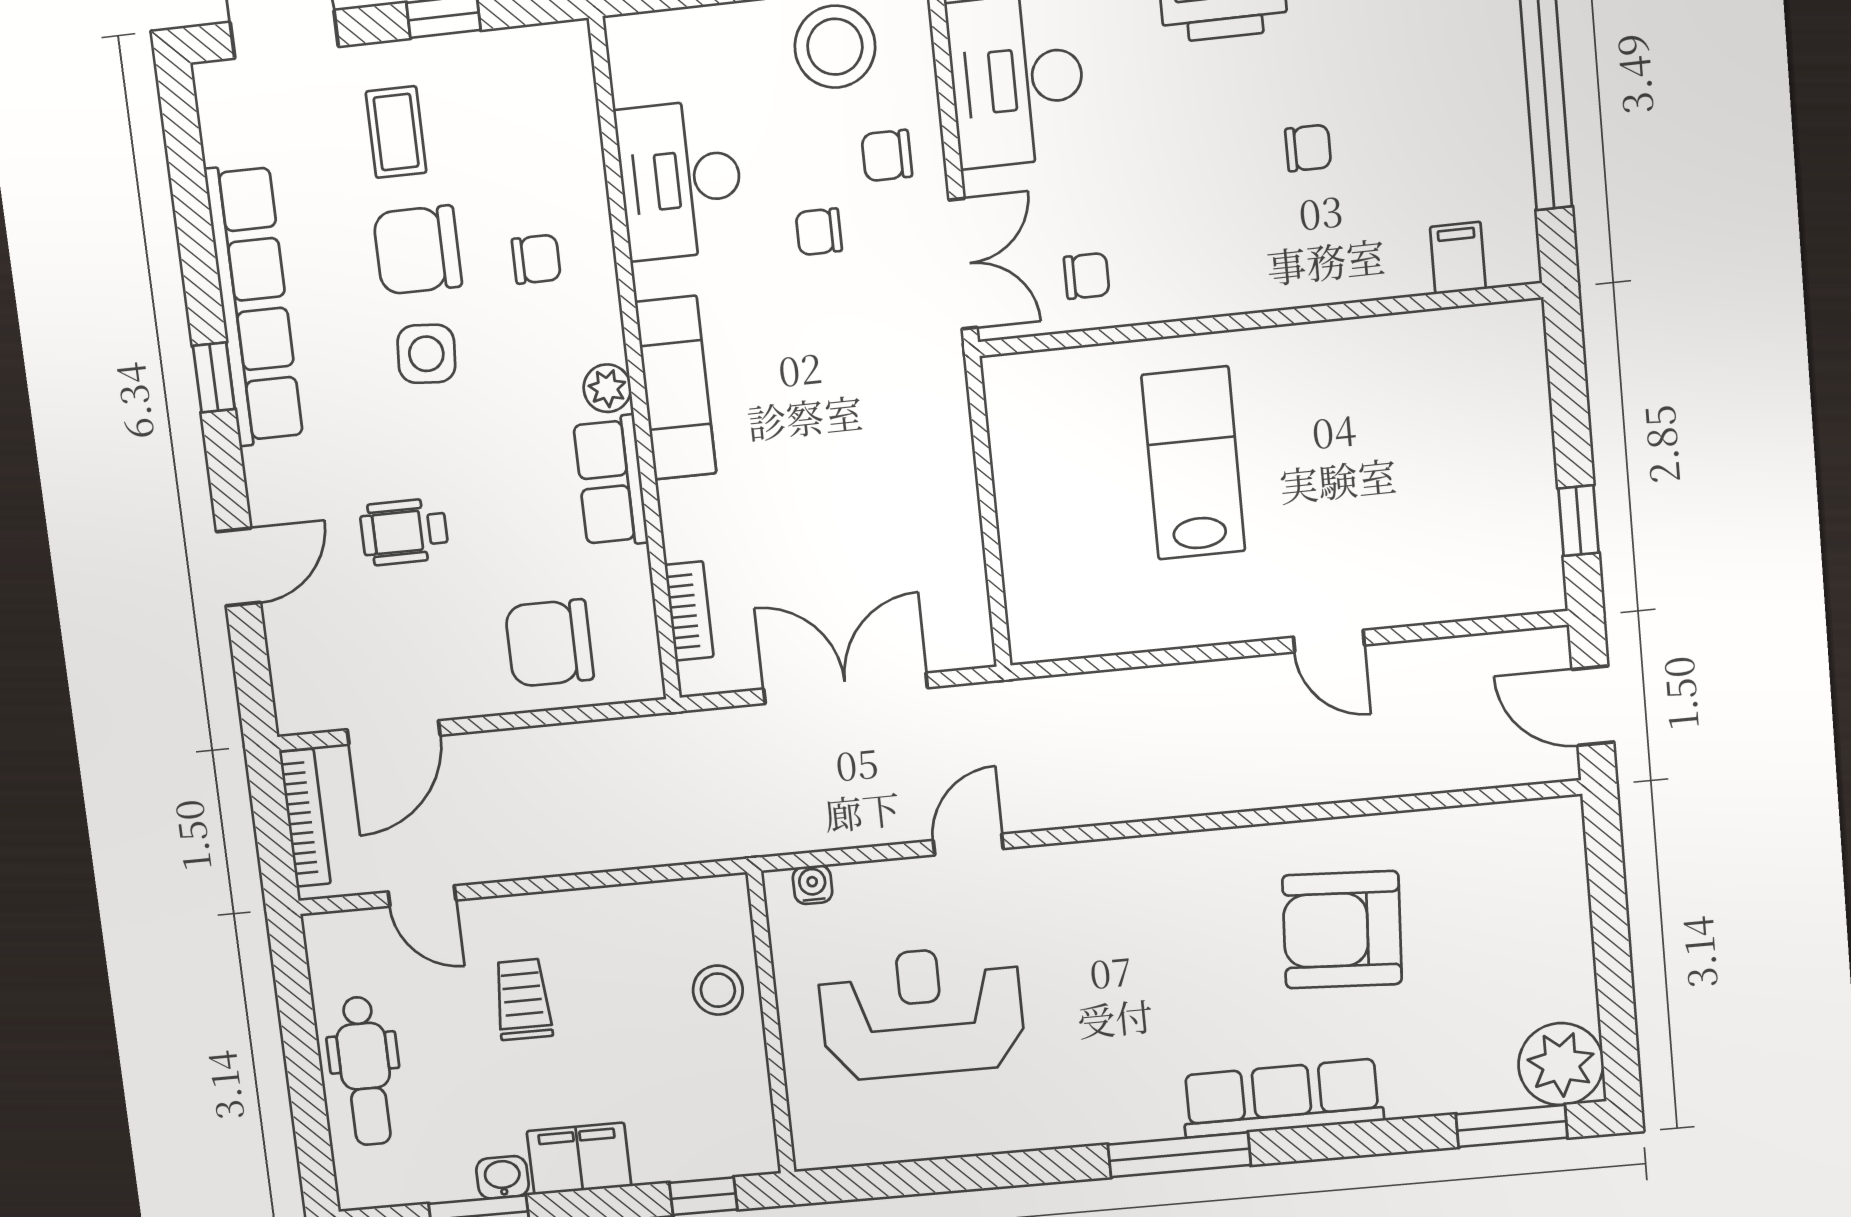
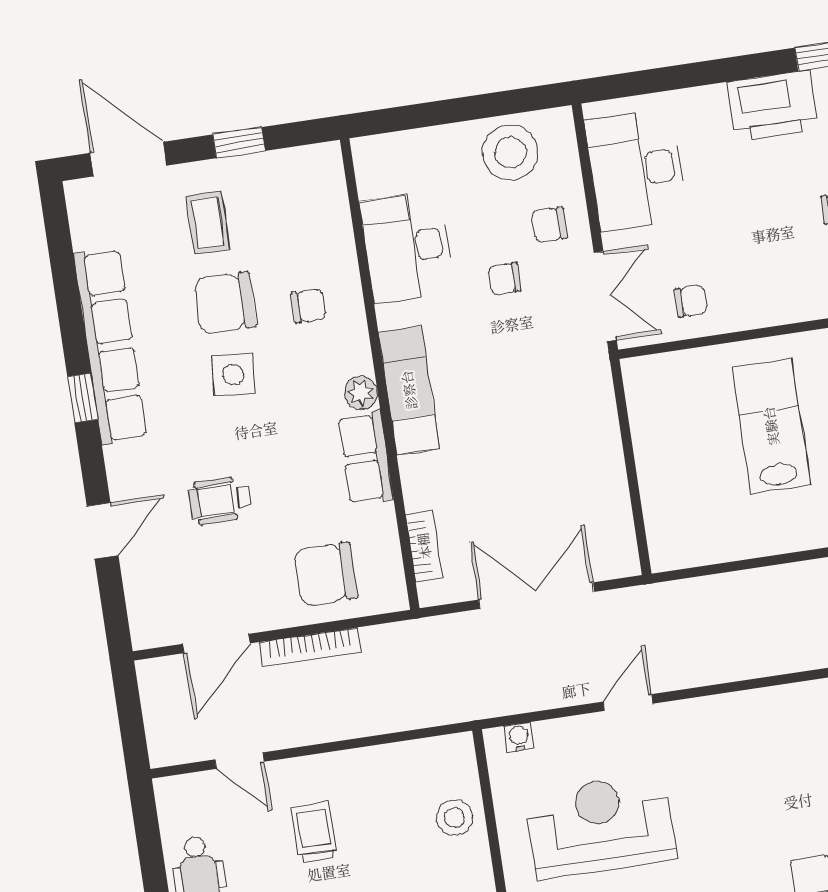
bookcase: (305, 818) -> (310, 647), moved, turned 90

